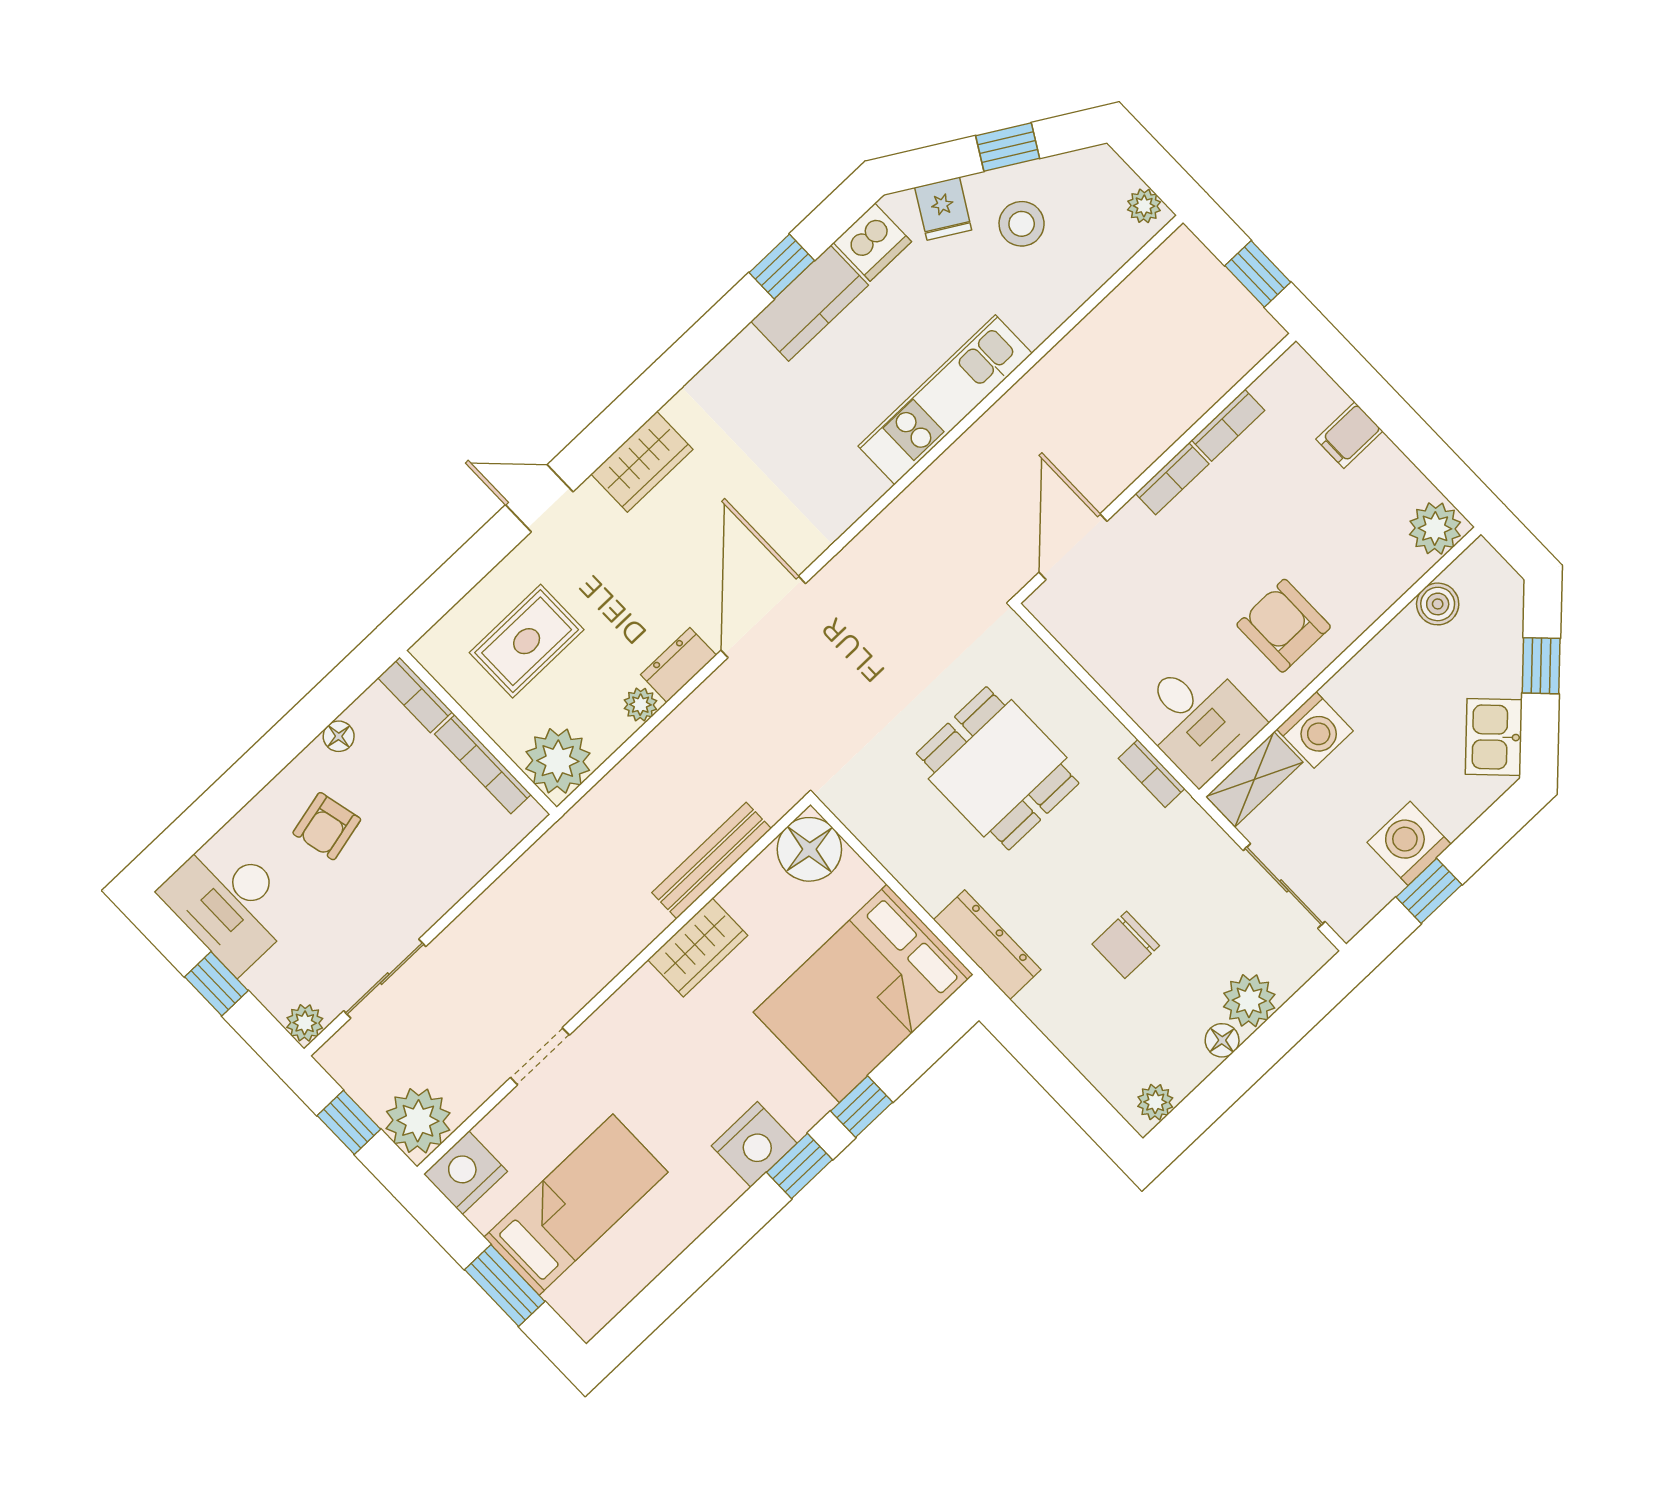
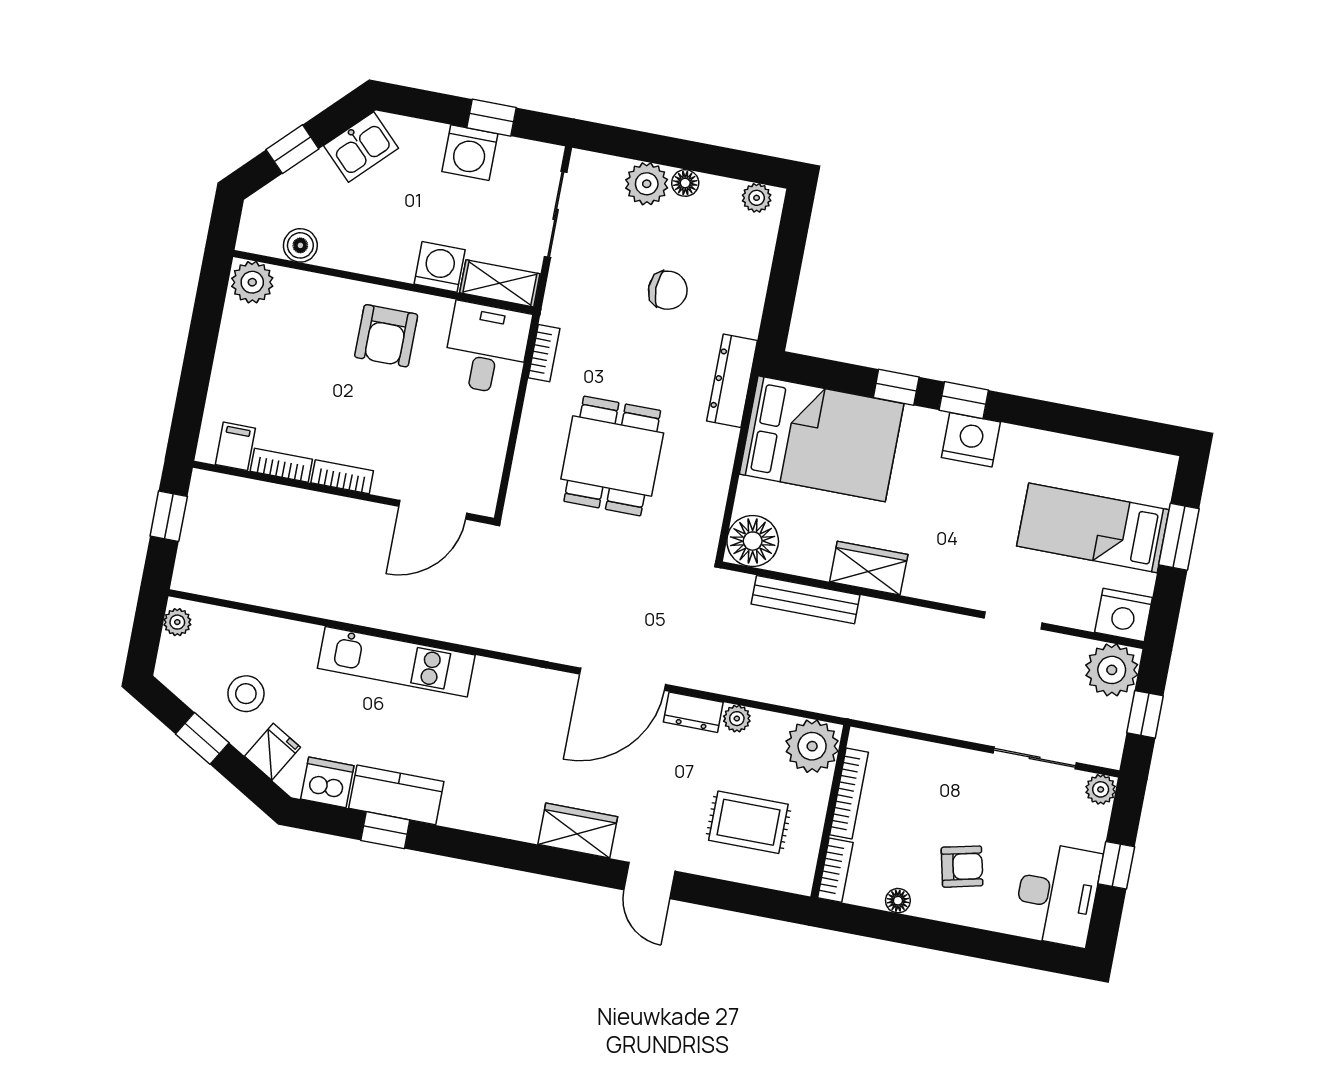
filing cabinet: (1349, 435) -> (235, 446), moved, turned -90

